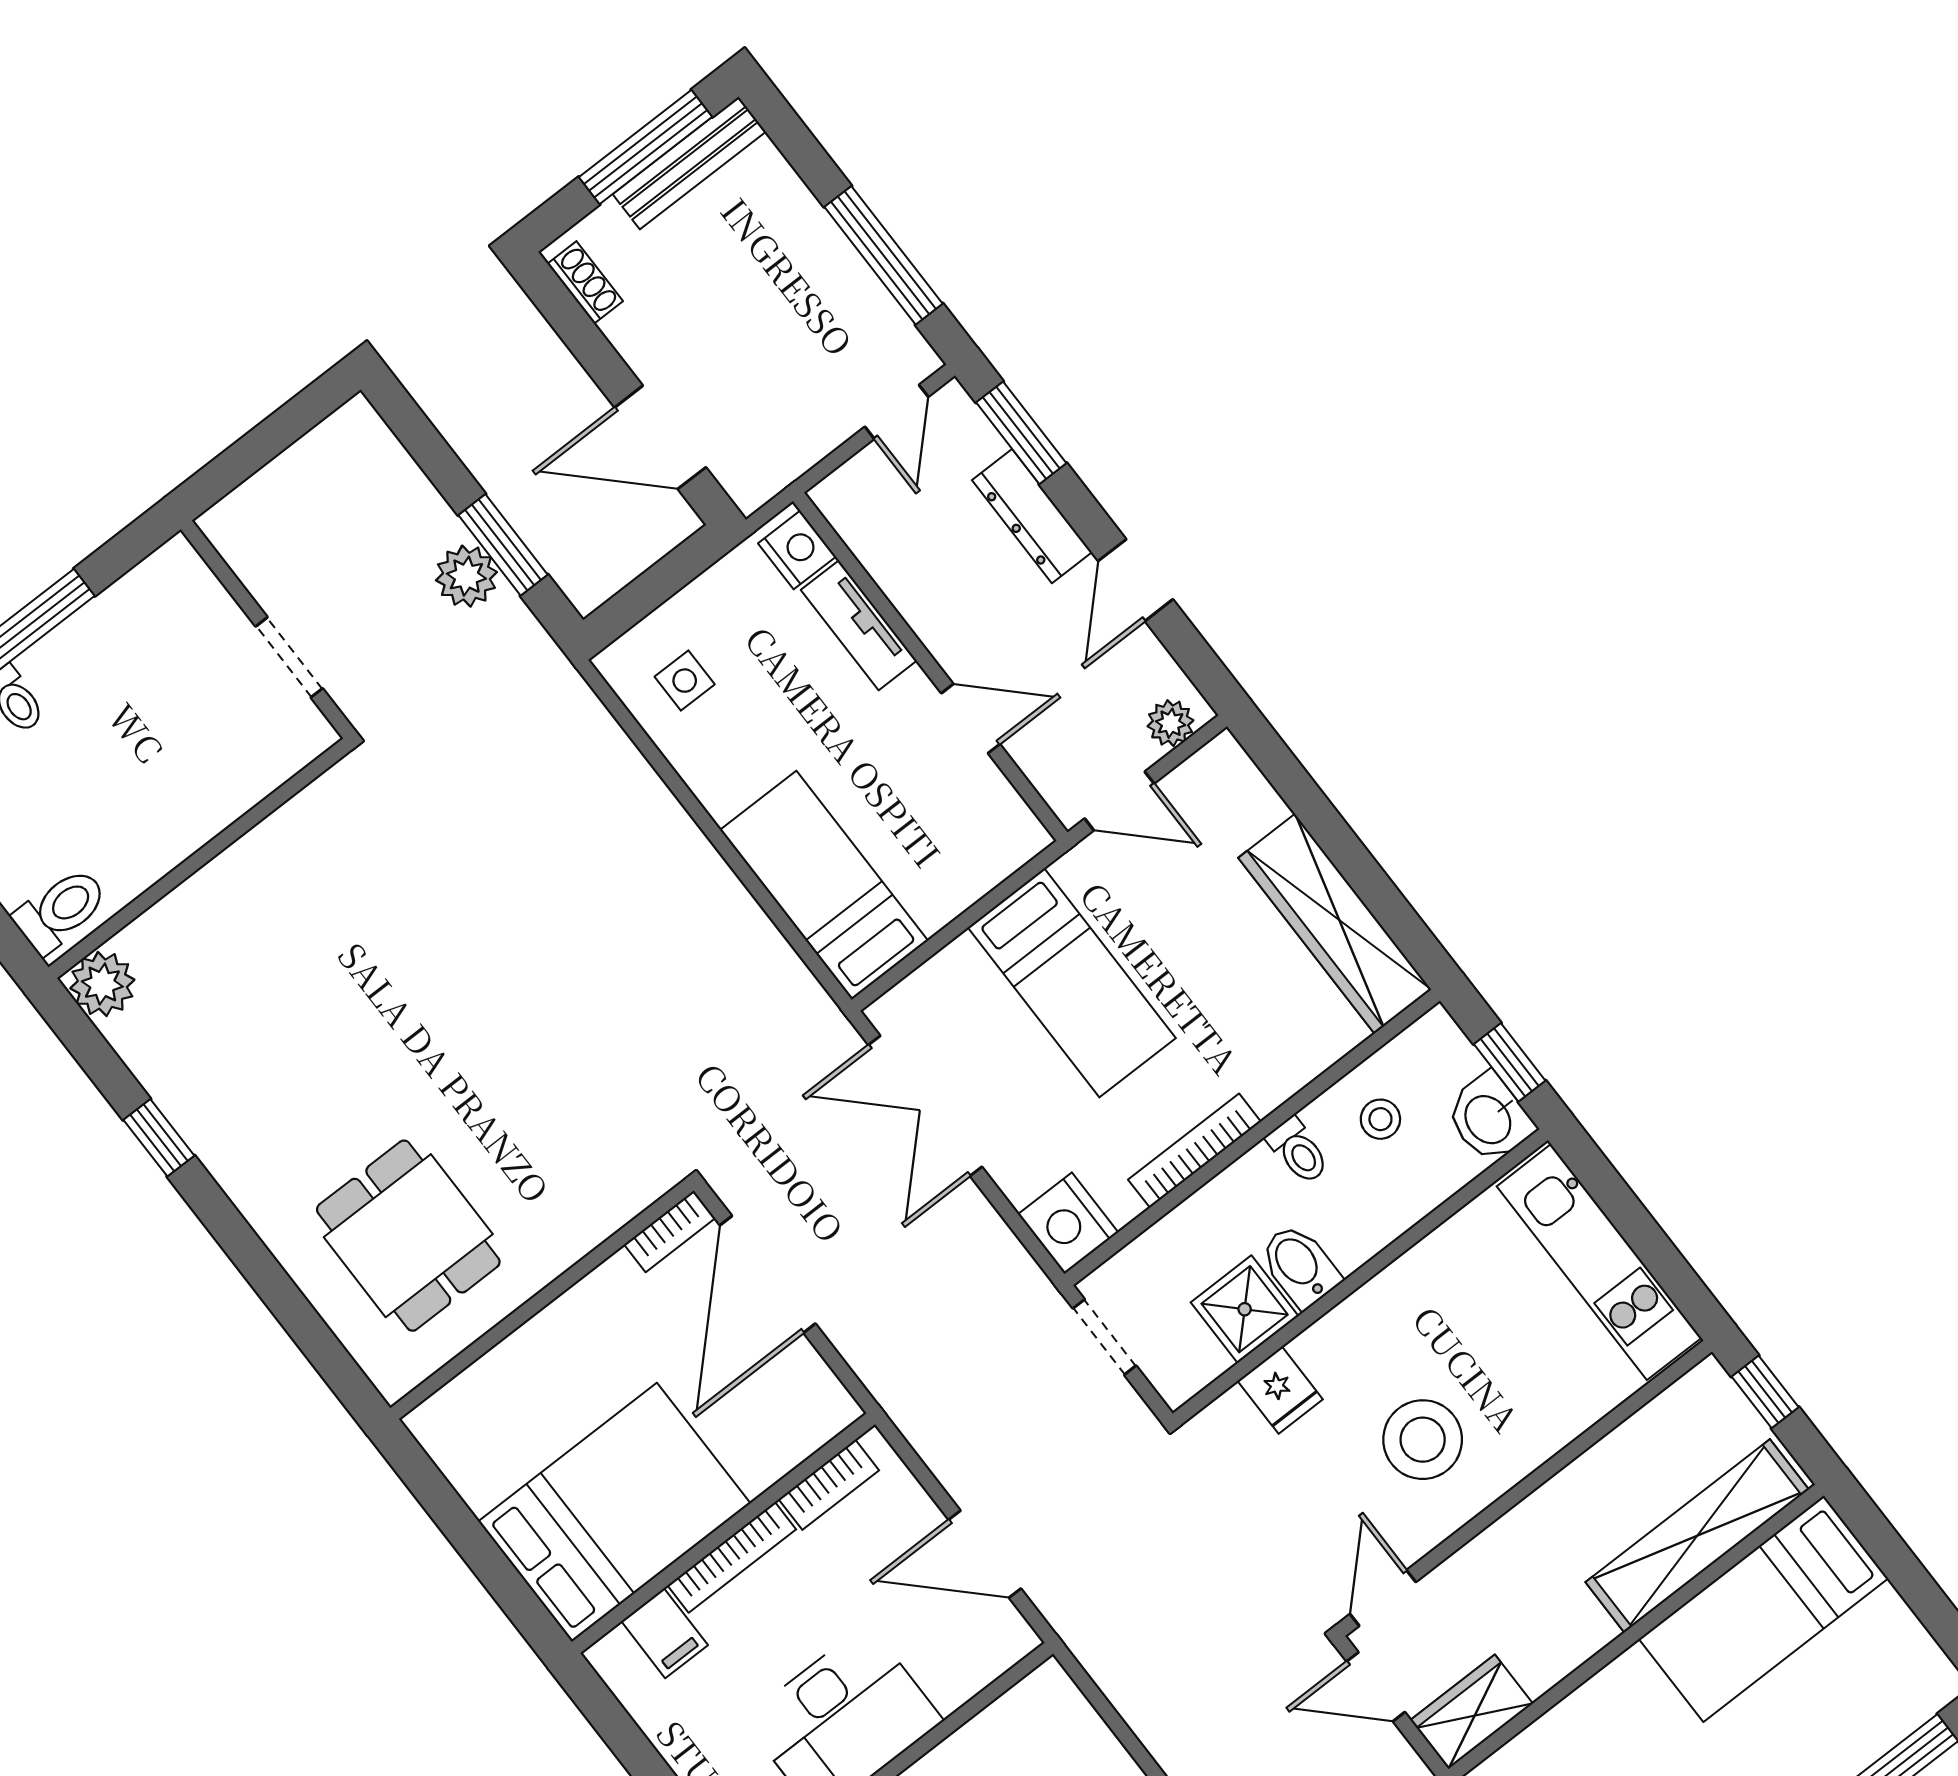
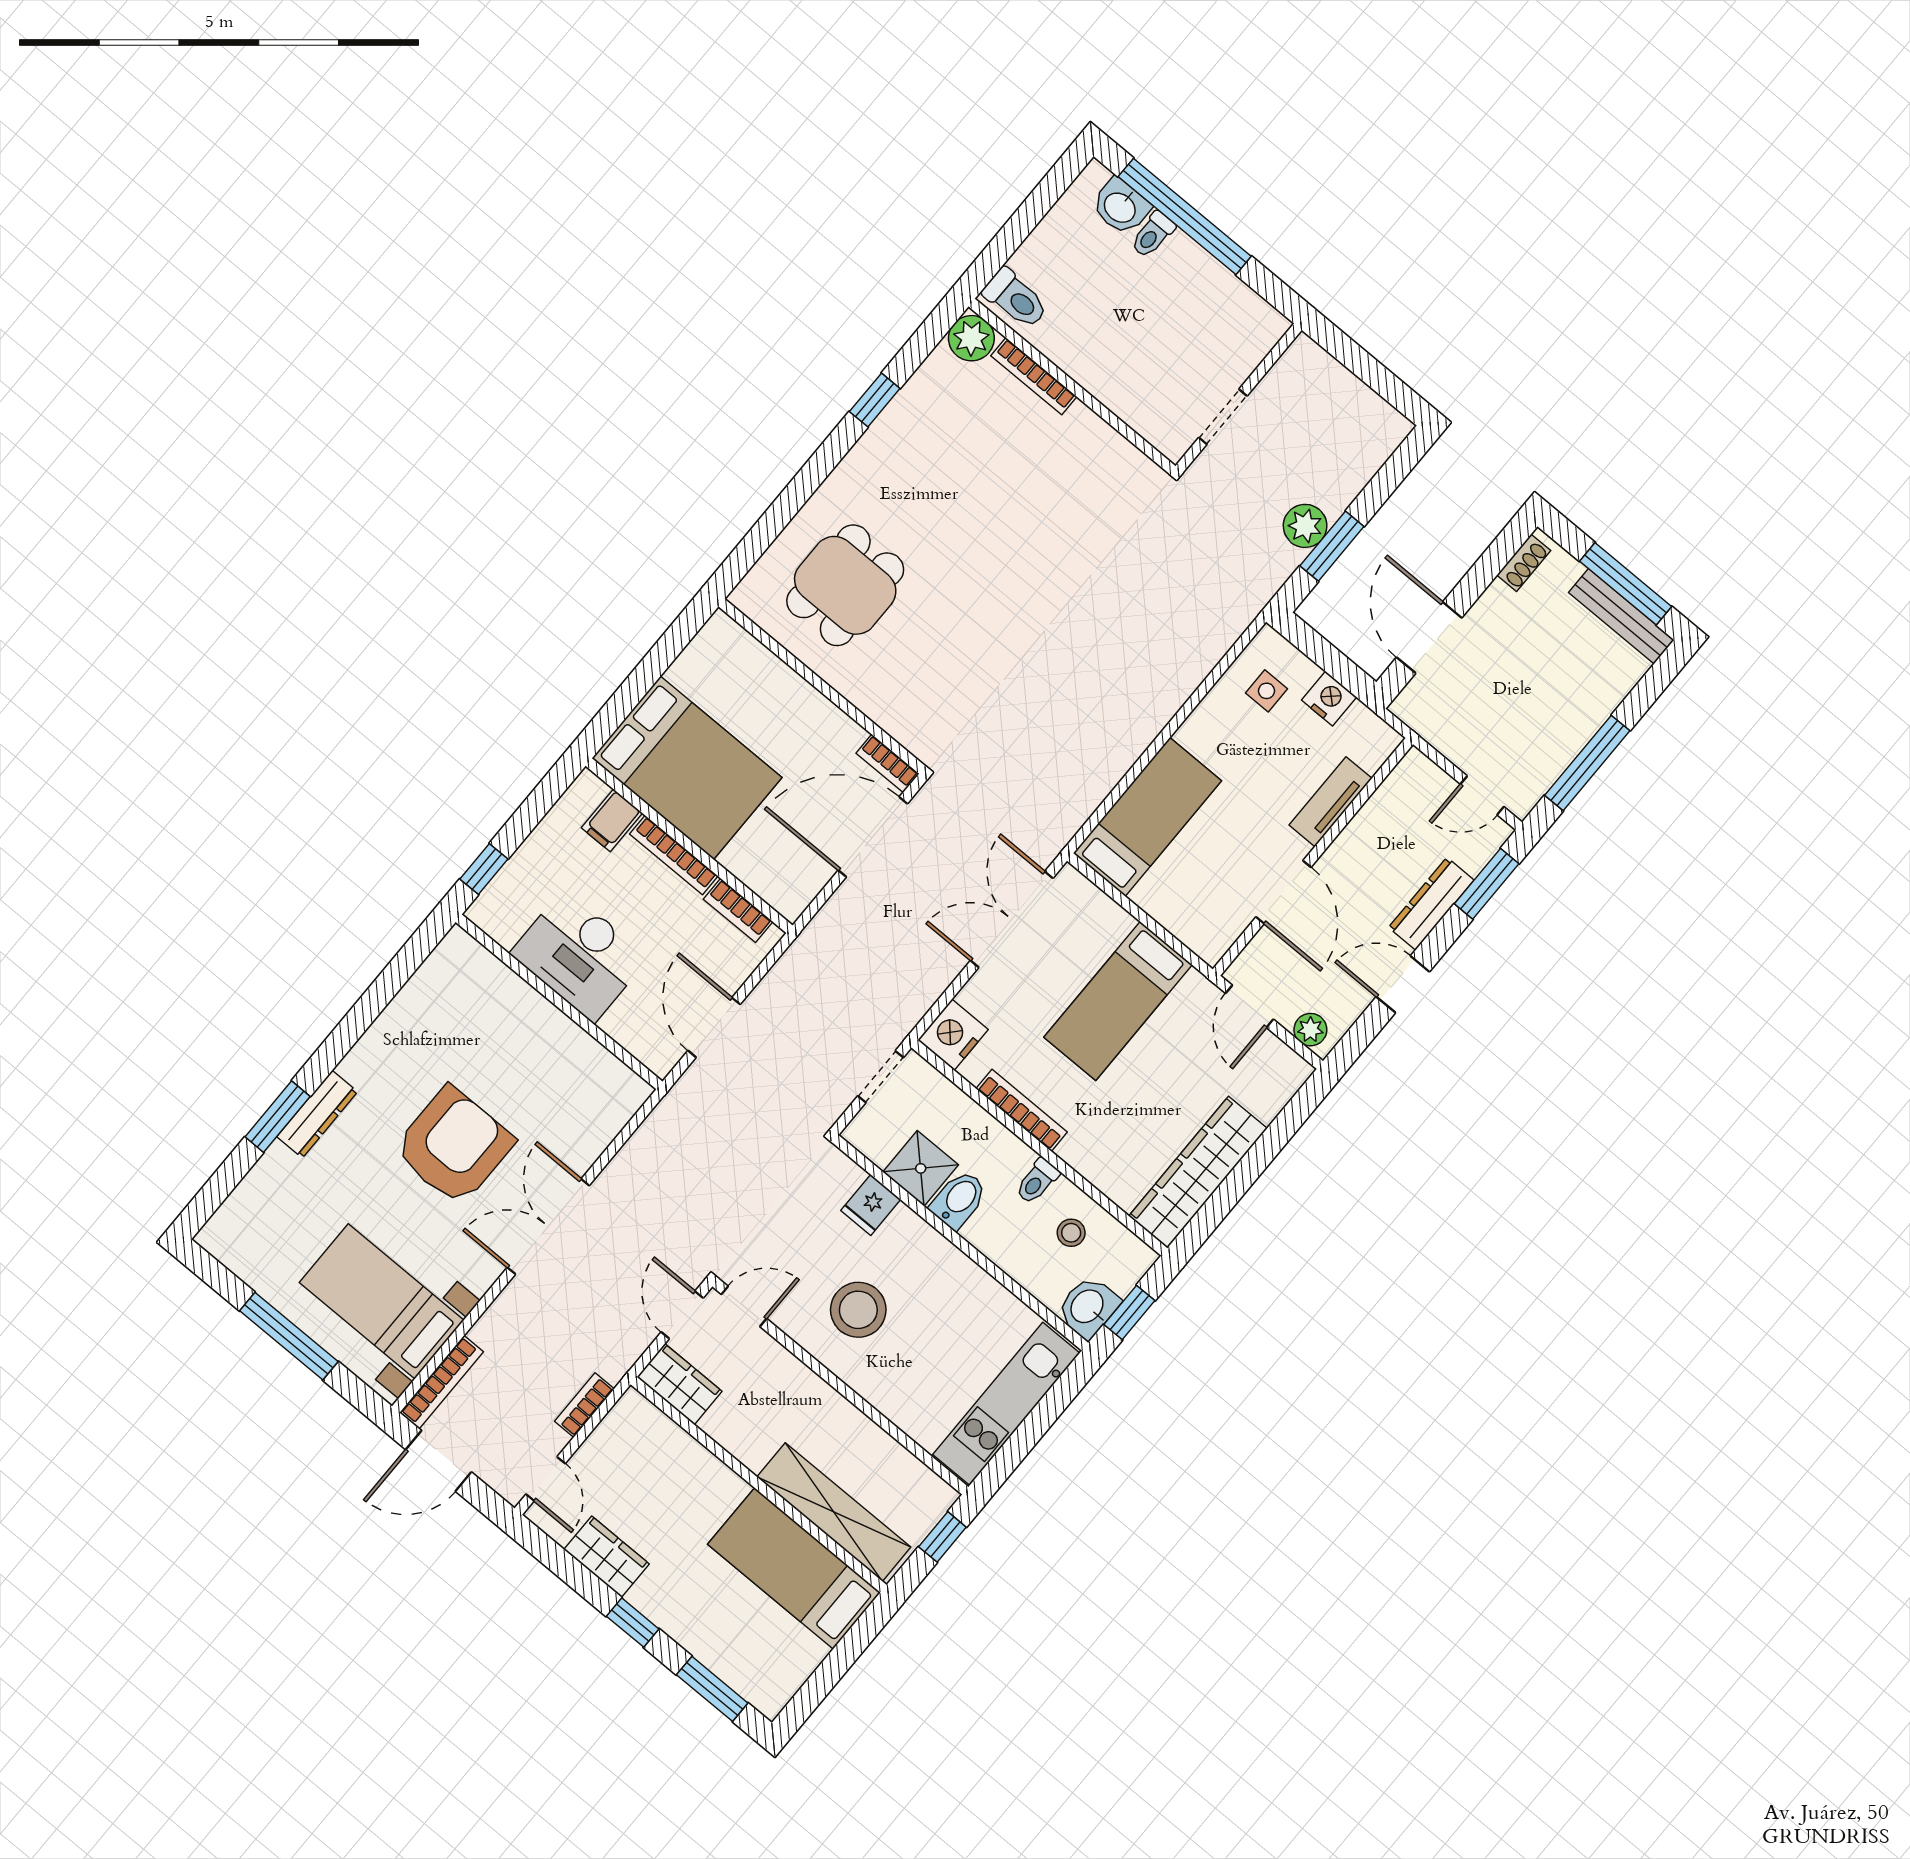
nightstand: (797, 550) -> (1329, 699), moved, turned -90
door: (971, 719) -> (1284, 892), width x1.38
bookcase: (174, 908) -> (1034, 376), added

